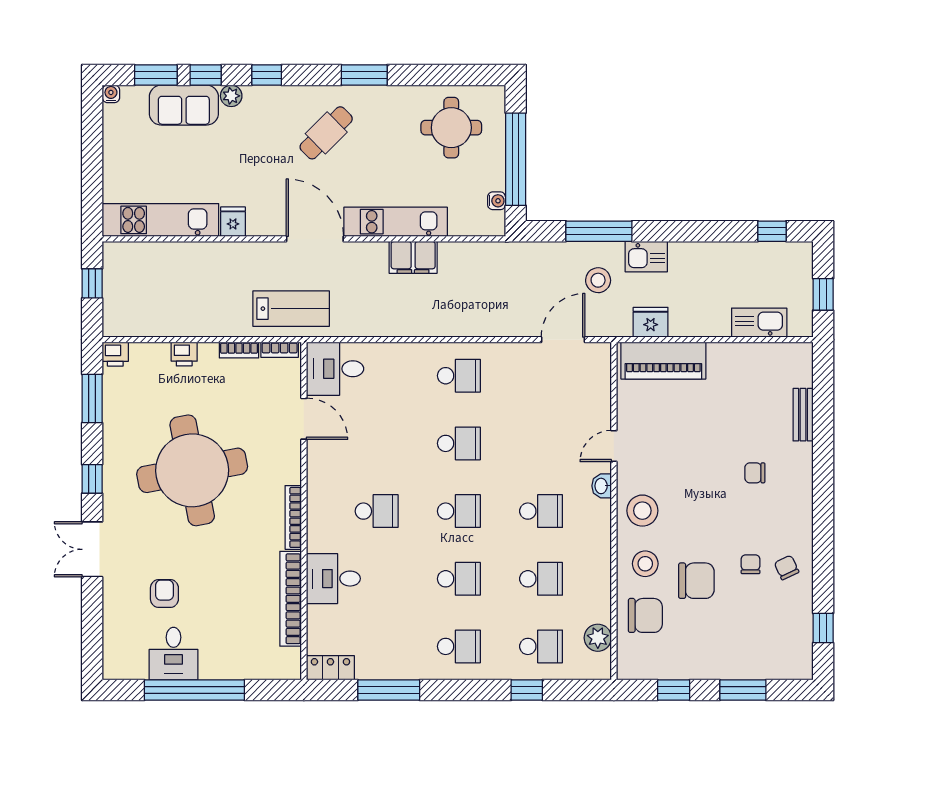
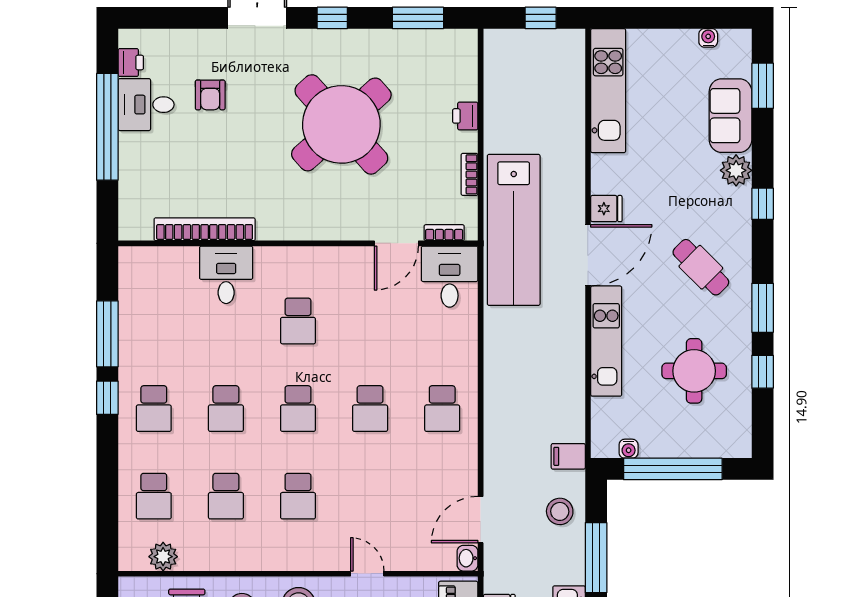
window: (206, 75) -> (763, 372), moved
water cooler: (111, 94) -> (708, 38), moved, turned -90
plant: (231, 96) -> (736, 170), width x1.38, depth x1.38
round table: (451, 128) -> (694, 371), moved
fridge: (233, 222) -> (606, 209), moved
filing cabinet: (413, 257) -> (568, 456), moved, width x0.50
stool: (598, 280) -> (560, 511), moved
lab bench: (291, 309) -> (514, 230), width x1.86, depth x1.39
door: (563, 340) -> (481, 520), swing flipped
bookcase: (280, 350) -> (444, 233), moved, turned 90
printer: (115, 354) -> (131, 62), moved, turned 180
round table: (192, 470) -> (341, 124), turned -31
washbasin: (602, 486) -> (468, 558), moved, turned -90
bookcase: (293, 517) -> (291, 232), removed
armchair: (164, 594) -> (210, 95), turned 90
locker: (330, 668) -> (131, 272), removed
window: (527, 690) -> (107, 398), moved

